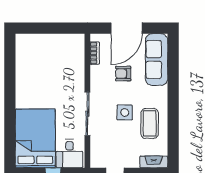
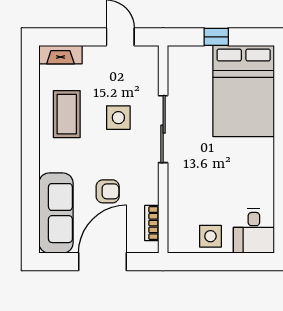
side table: (57, 45) -> (210, 236), added
side table: (125, 112) -> (118, 118), moved
desk: (70, 154) -> (254, 231), moved, turned 180

